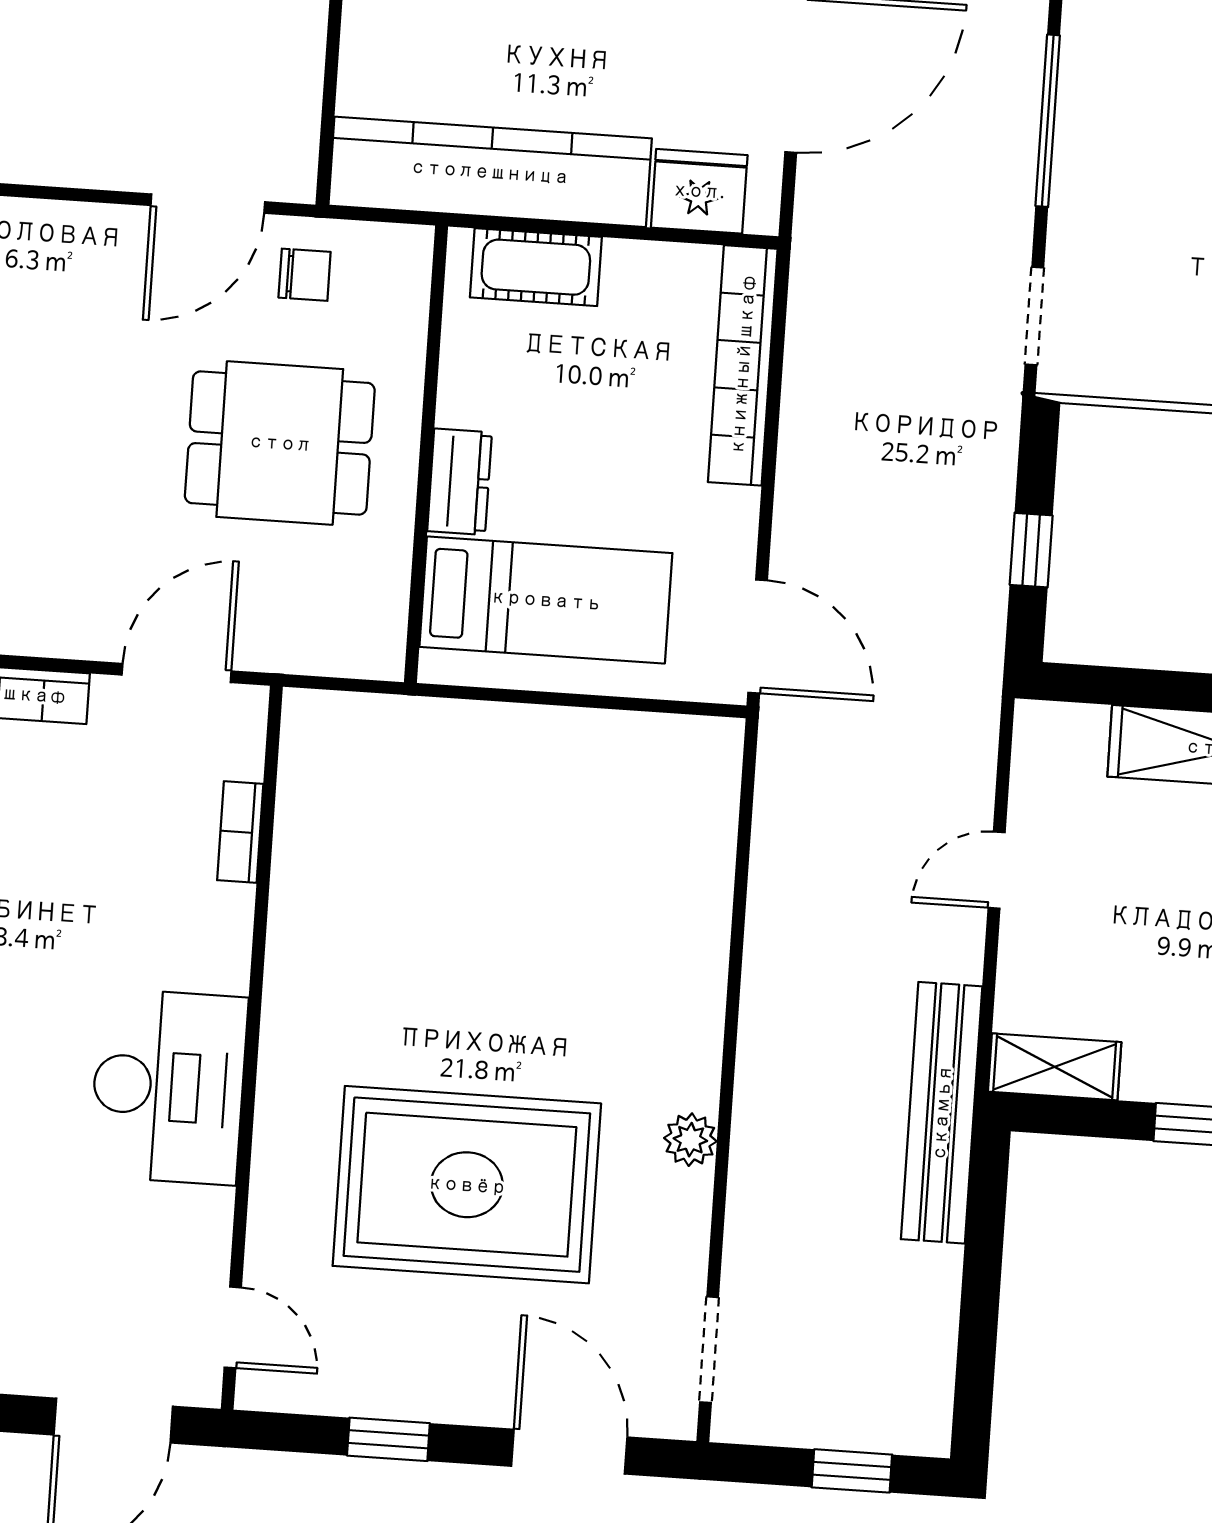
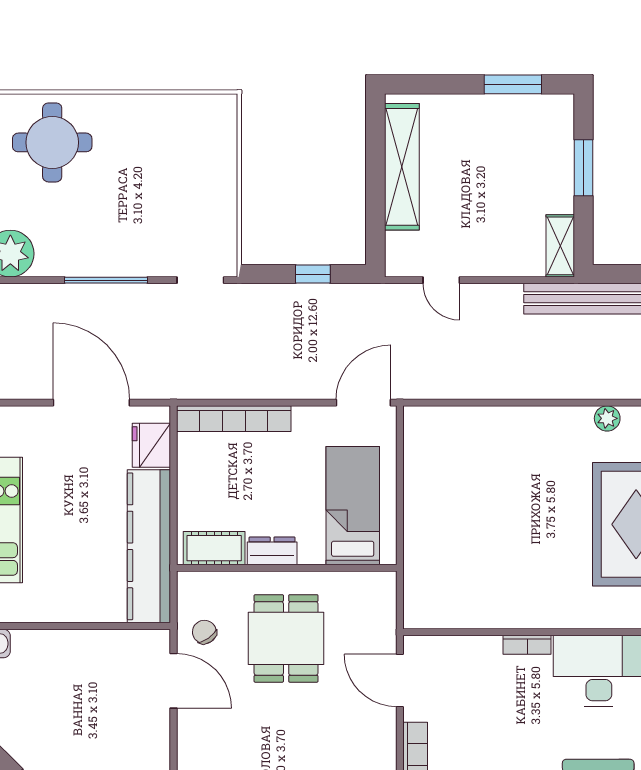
cot: (536, 267) -> (214, 548), moved, turned 90
chair: (305, 275) -> (204, 632), turned -35
dresser: (460, 482) -> (272, 551), moved
bookcase: (240, 832) -> (527, 645), moved
door: (997, 870) -> (441, 280), moved

